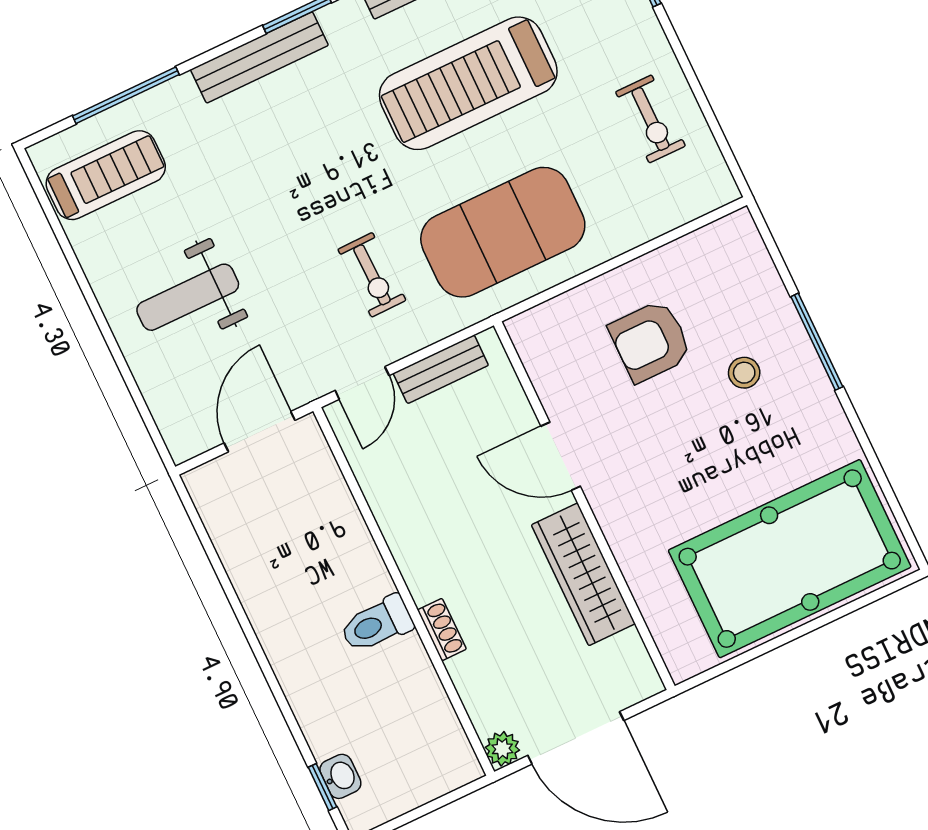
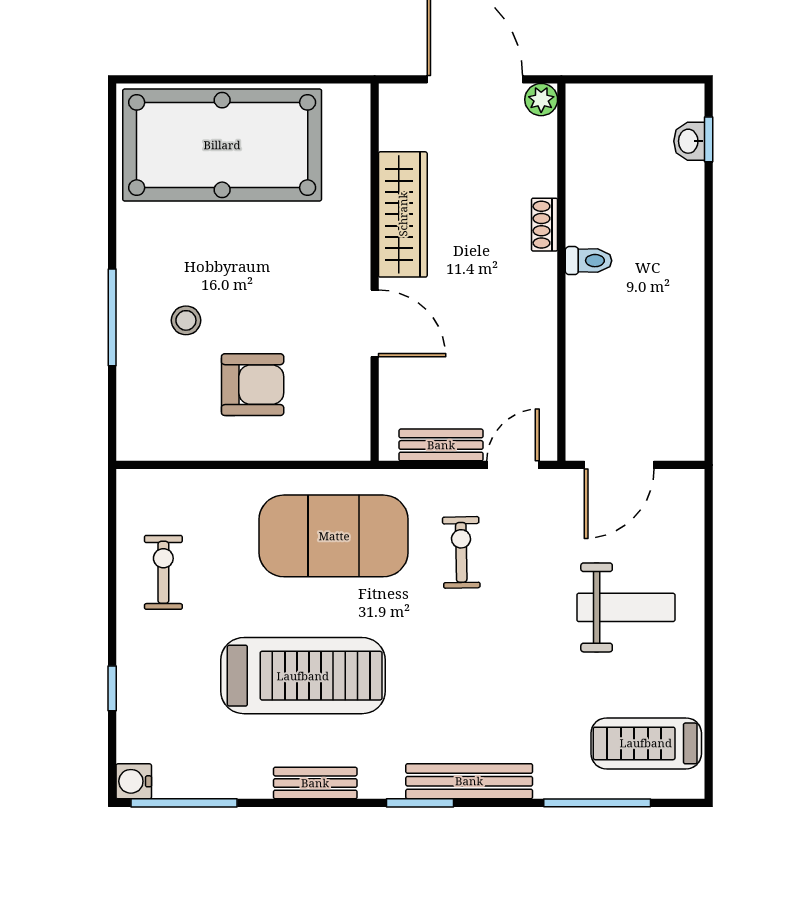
toilet: (377, 624) -> (588, 261), width x0.73, depth x0.72

